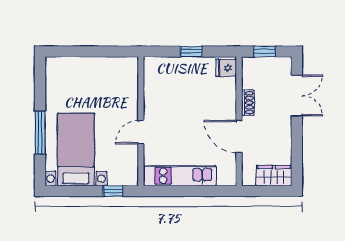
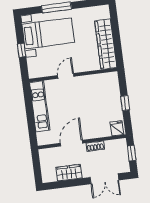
wardrobe: (102, 68) -> (106, 44), added
door: (141, 132) -> (66, 76), hinge flipped
wardrobe: (274, 176) -> (69, 173), moved, turned -90
window: (113, 191) -> (22, 50), moved

